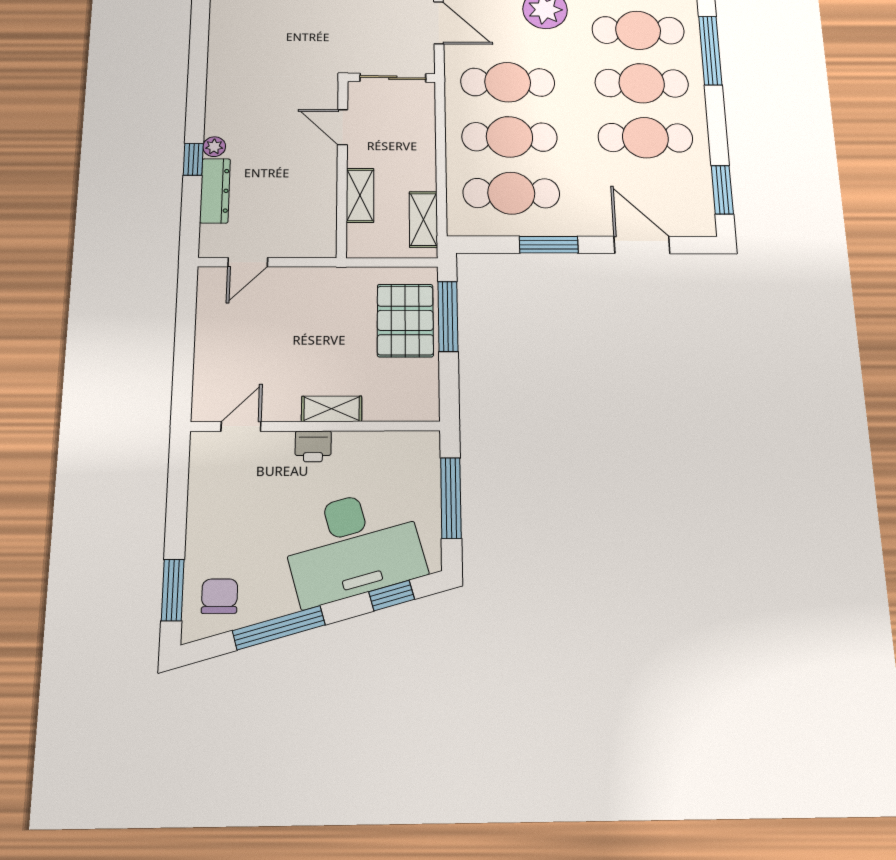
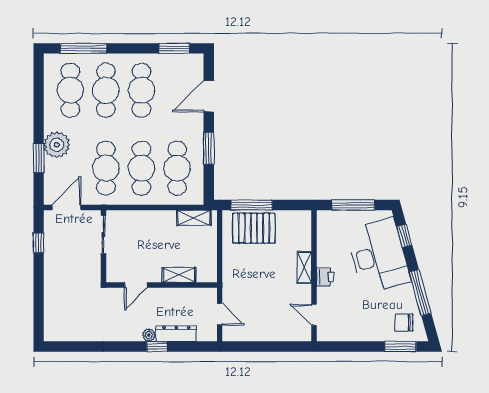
door: (343, 127) -> (136, 285), moved
wall: (342, 168) -> (162, 285), moved
shelving: (360, 195) -> (179, 275), moved

